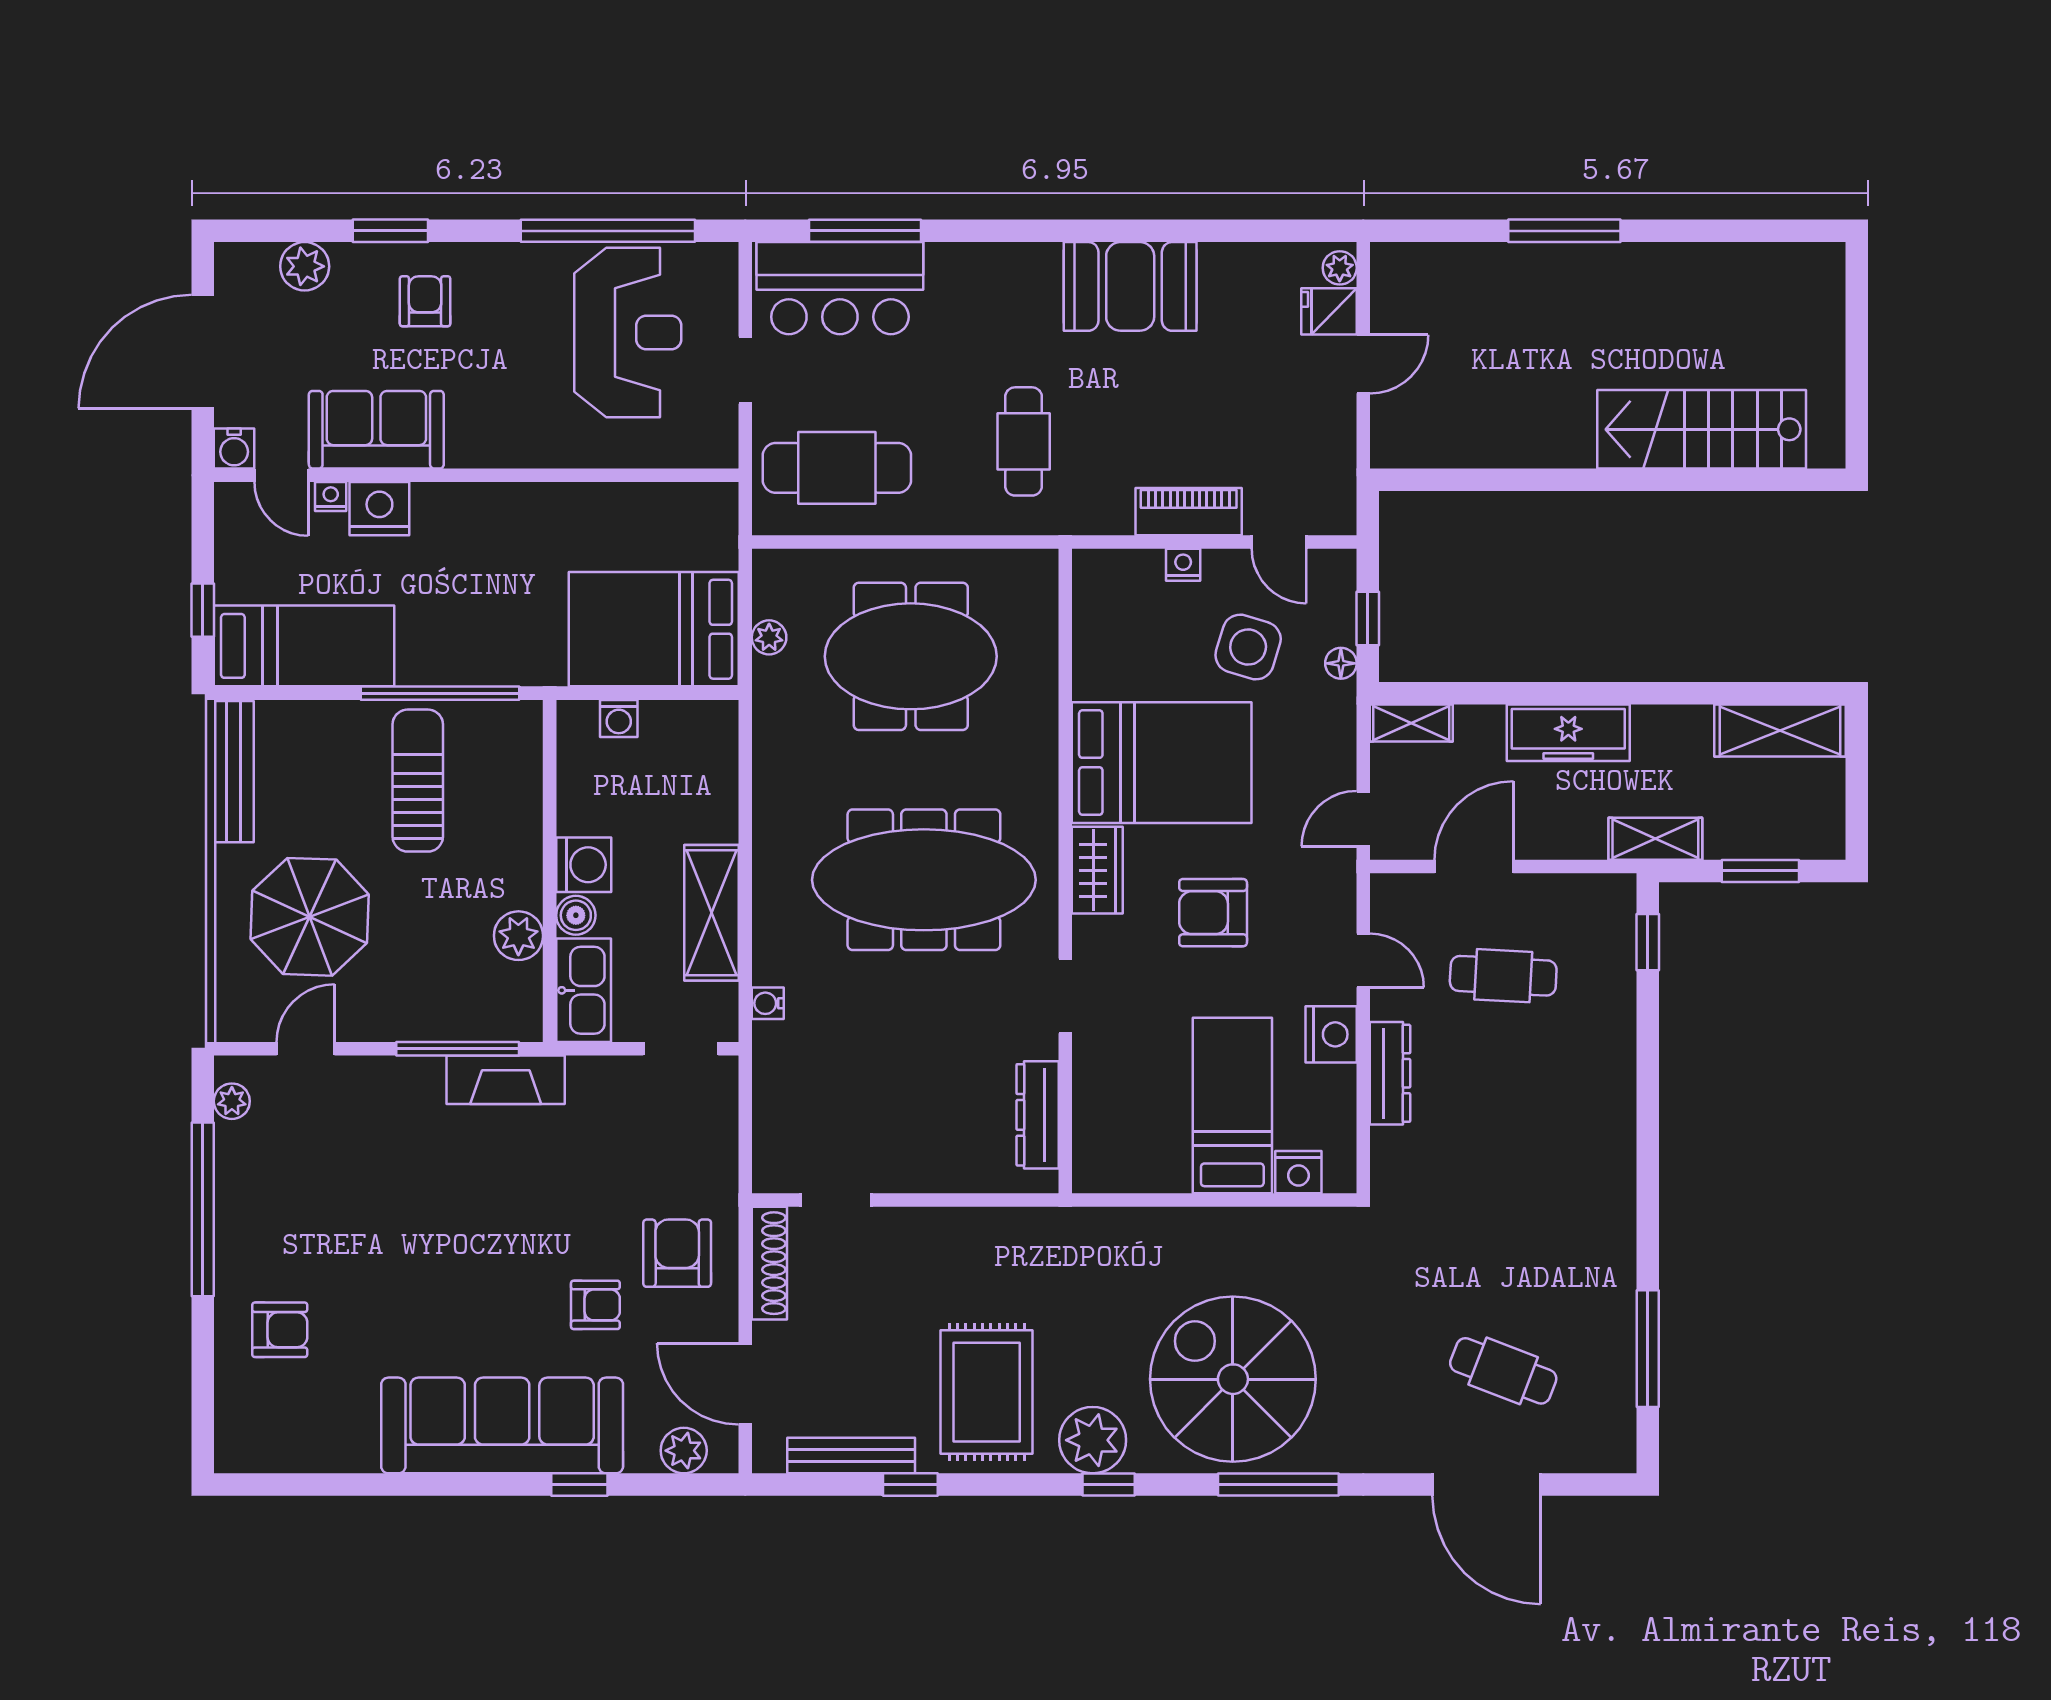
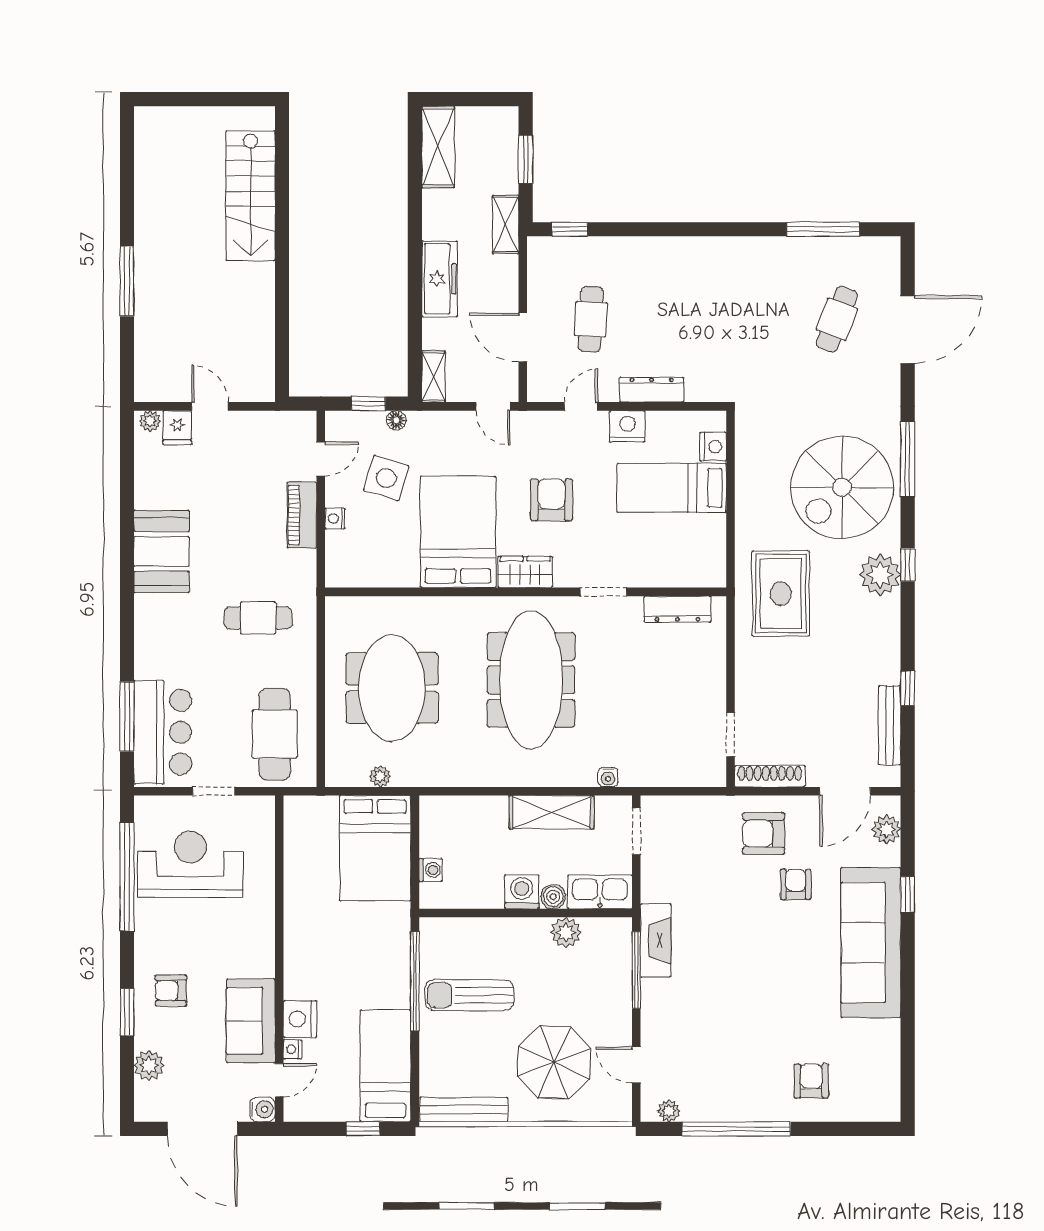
armchair: (1213, 913) -> (552, 500), turned 180
rug: (987, 1392) -> (781, 593), moved, turned 90

